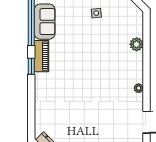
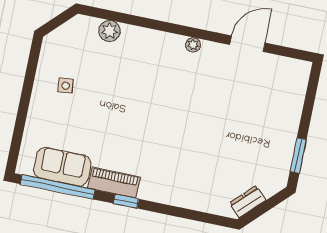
plant: (137, 44) -> (110, 31), moved

